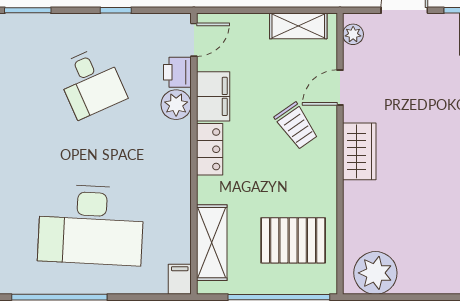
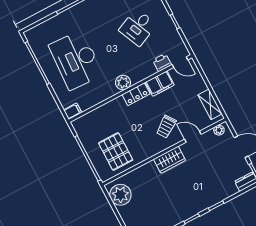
plant: (176, 105) -> (123, 83), moved
shelving: (212, 243) -> (96, 117), removed

